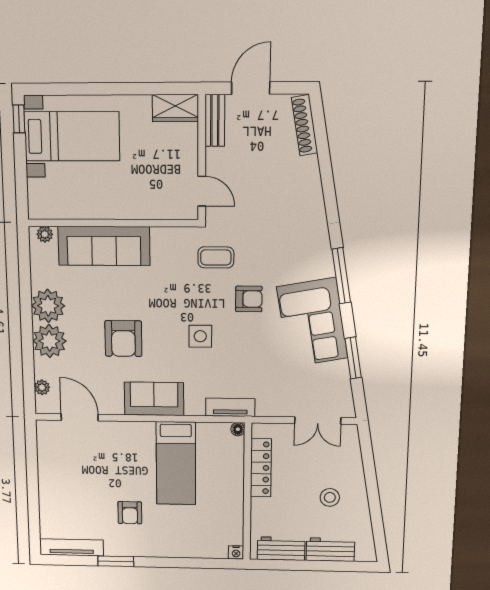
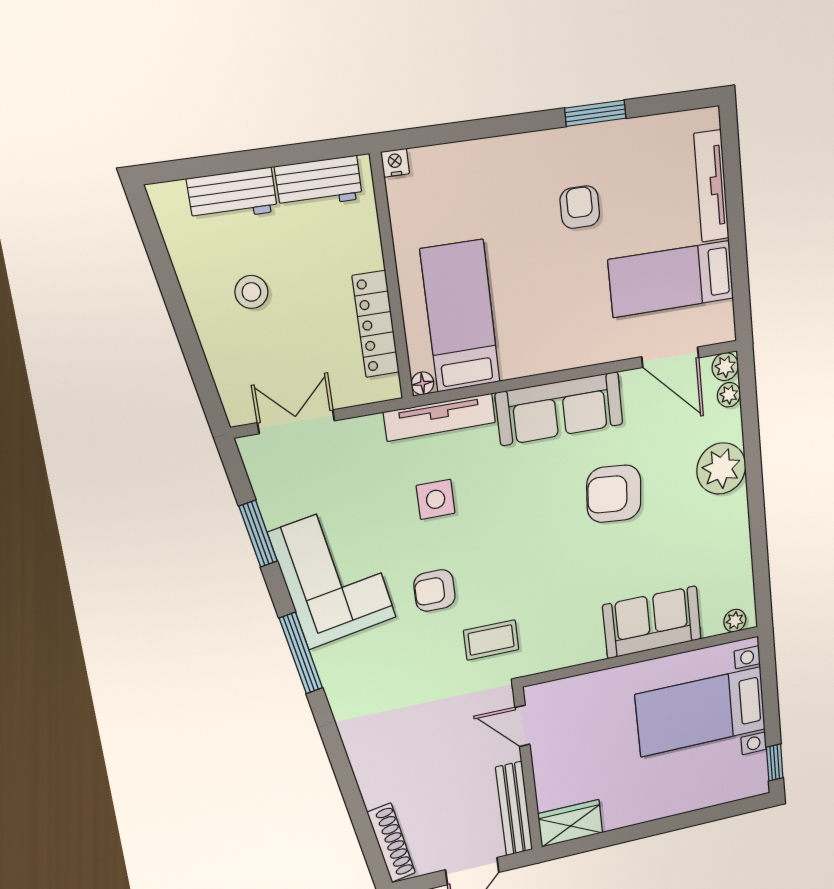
bench: (215, 120) -> (514, 809), width x1.36
bed with nightstands: (72, 136) -> (701, 712), moved
sofa: (104, 246) -> (652, 622), width x0.73
plant: (48, 306) -> (725, 367), moved, width x0.53, depth x0.53
side table: (200, 336) -> (436, 499), moved
armchair: (123, 339) -> (614, 494), turned -85
sofa: (154, 399) -> (559, 409), width x1.36
tv unit: (230, 407) -> (440, 417), width x1.41
bed: (76, 463) -> (671, 279), added
bed: (176, 463) -> (460, 316), moved
tv unit: (72, 547) -> (711, 186), moved, turned 90

